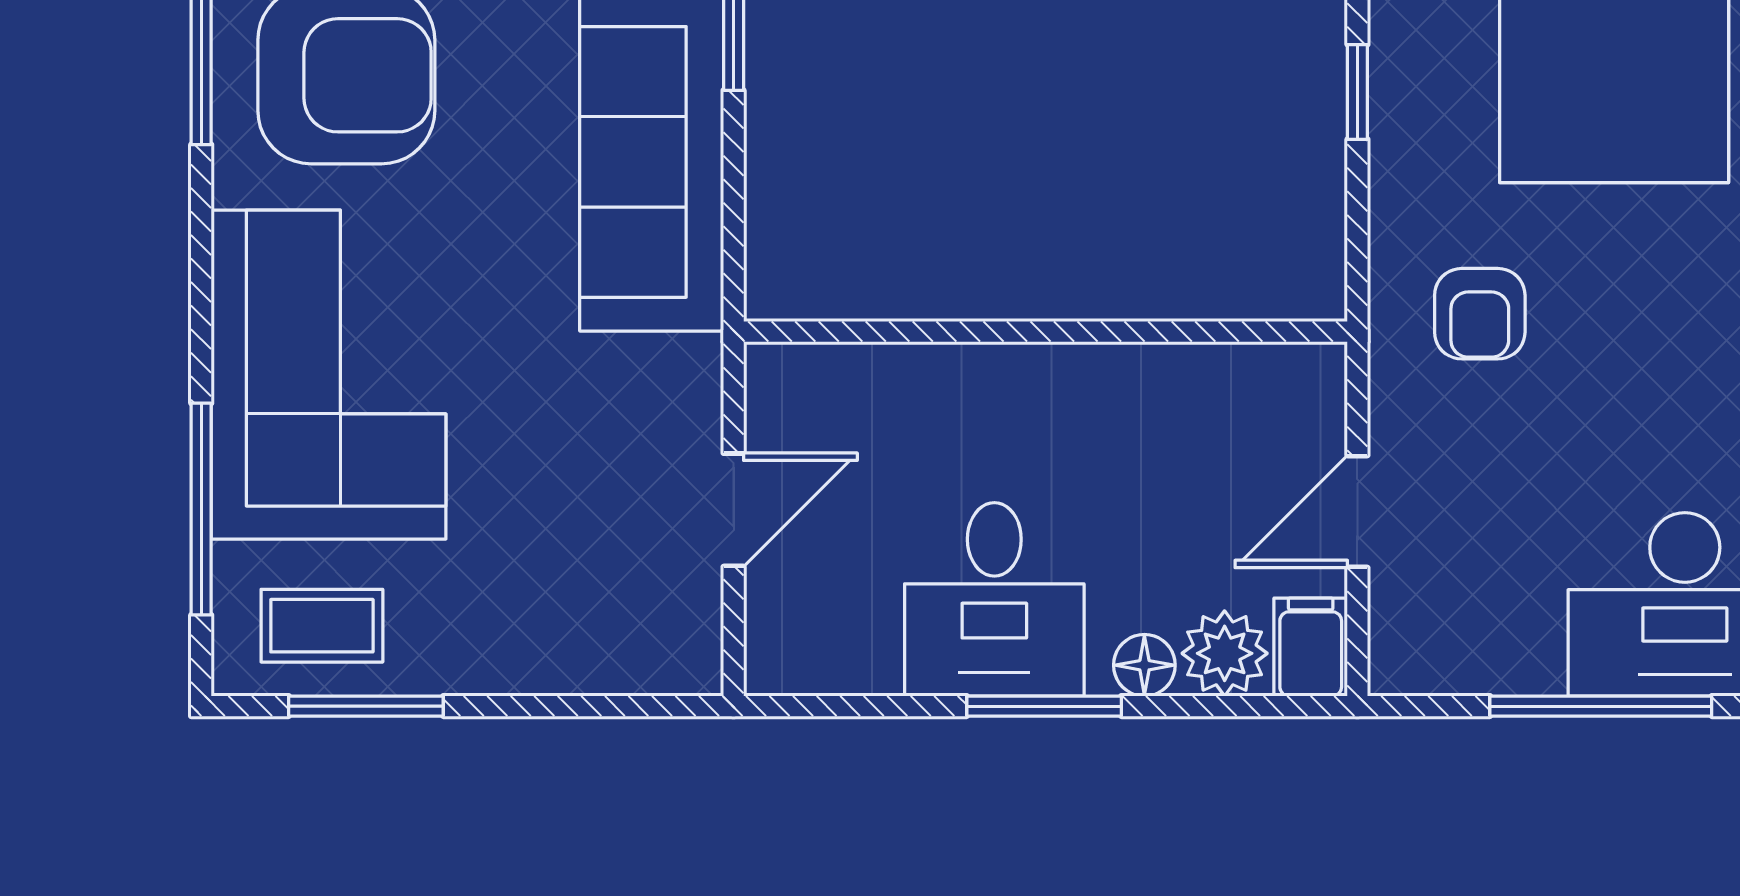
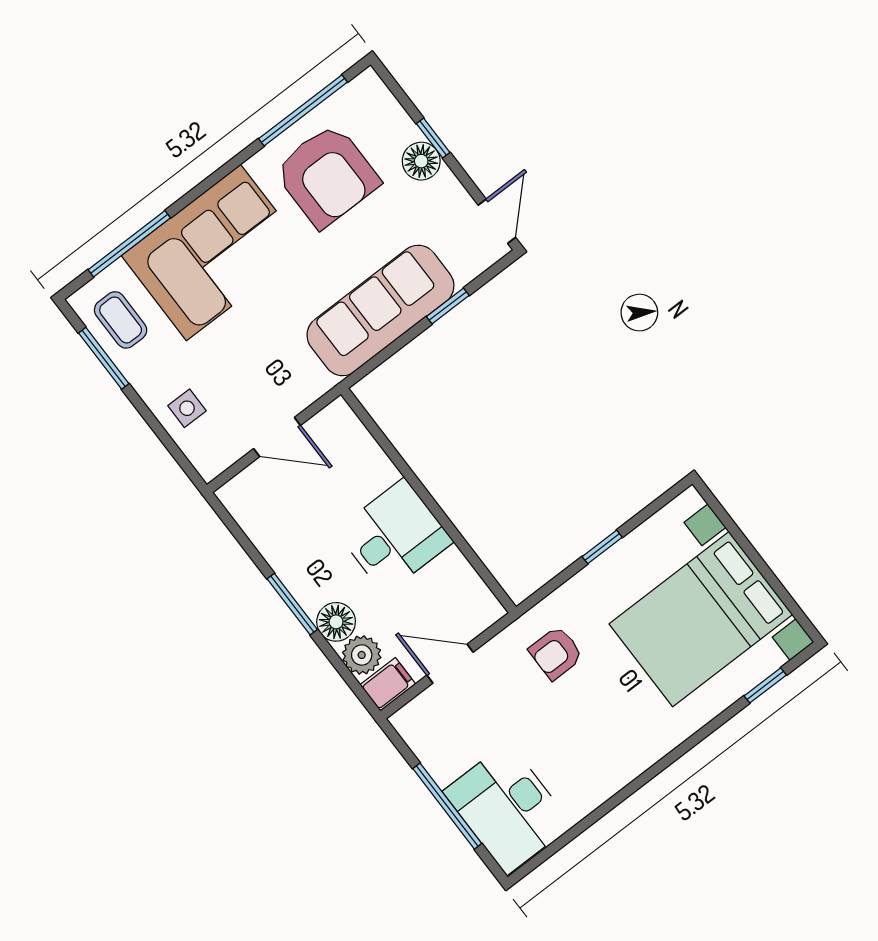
desk: (994, 599) -> (394, 536), moved, turned 180
side table: (564, 628) -> (187, 408), added
floor lamp: (1144, 665) -> (336, 622), width x1.37, depth x1.37

